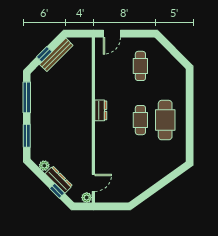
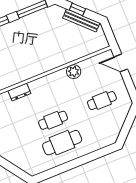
plant: (102, 82) -> (74, 72), added
dresser: (101, 110) -> (19, 92), moved

